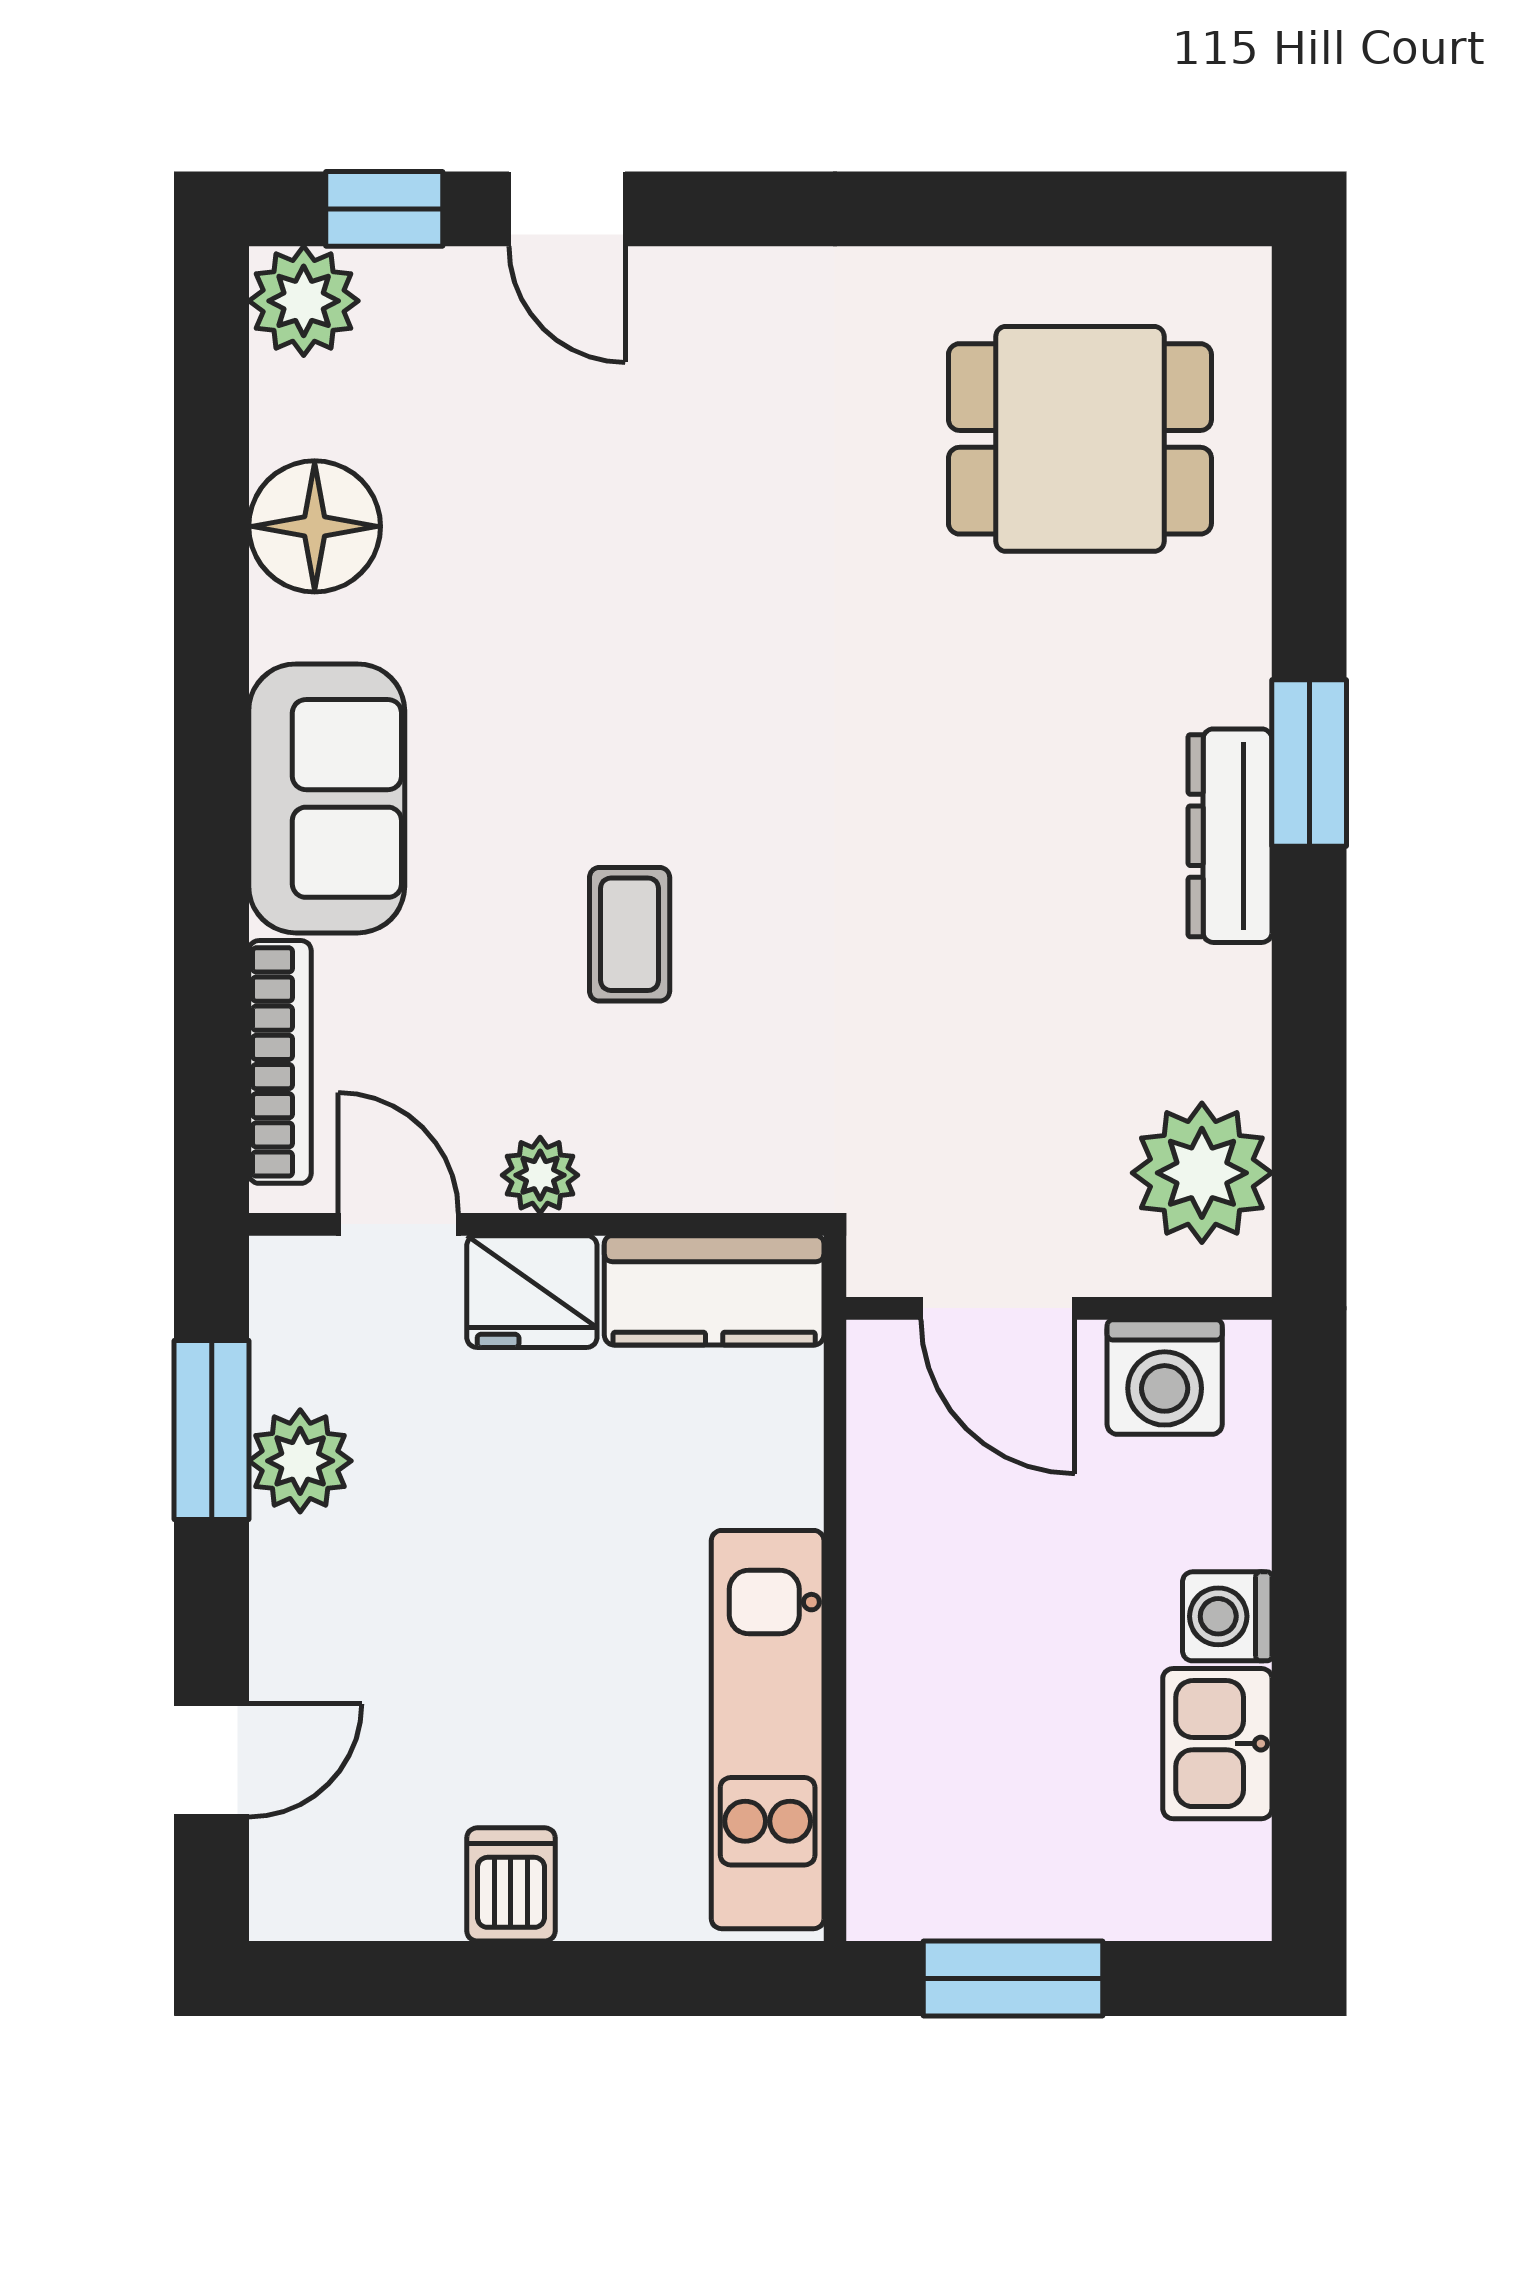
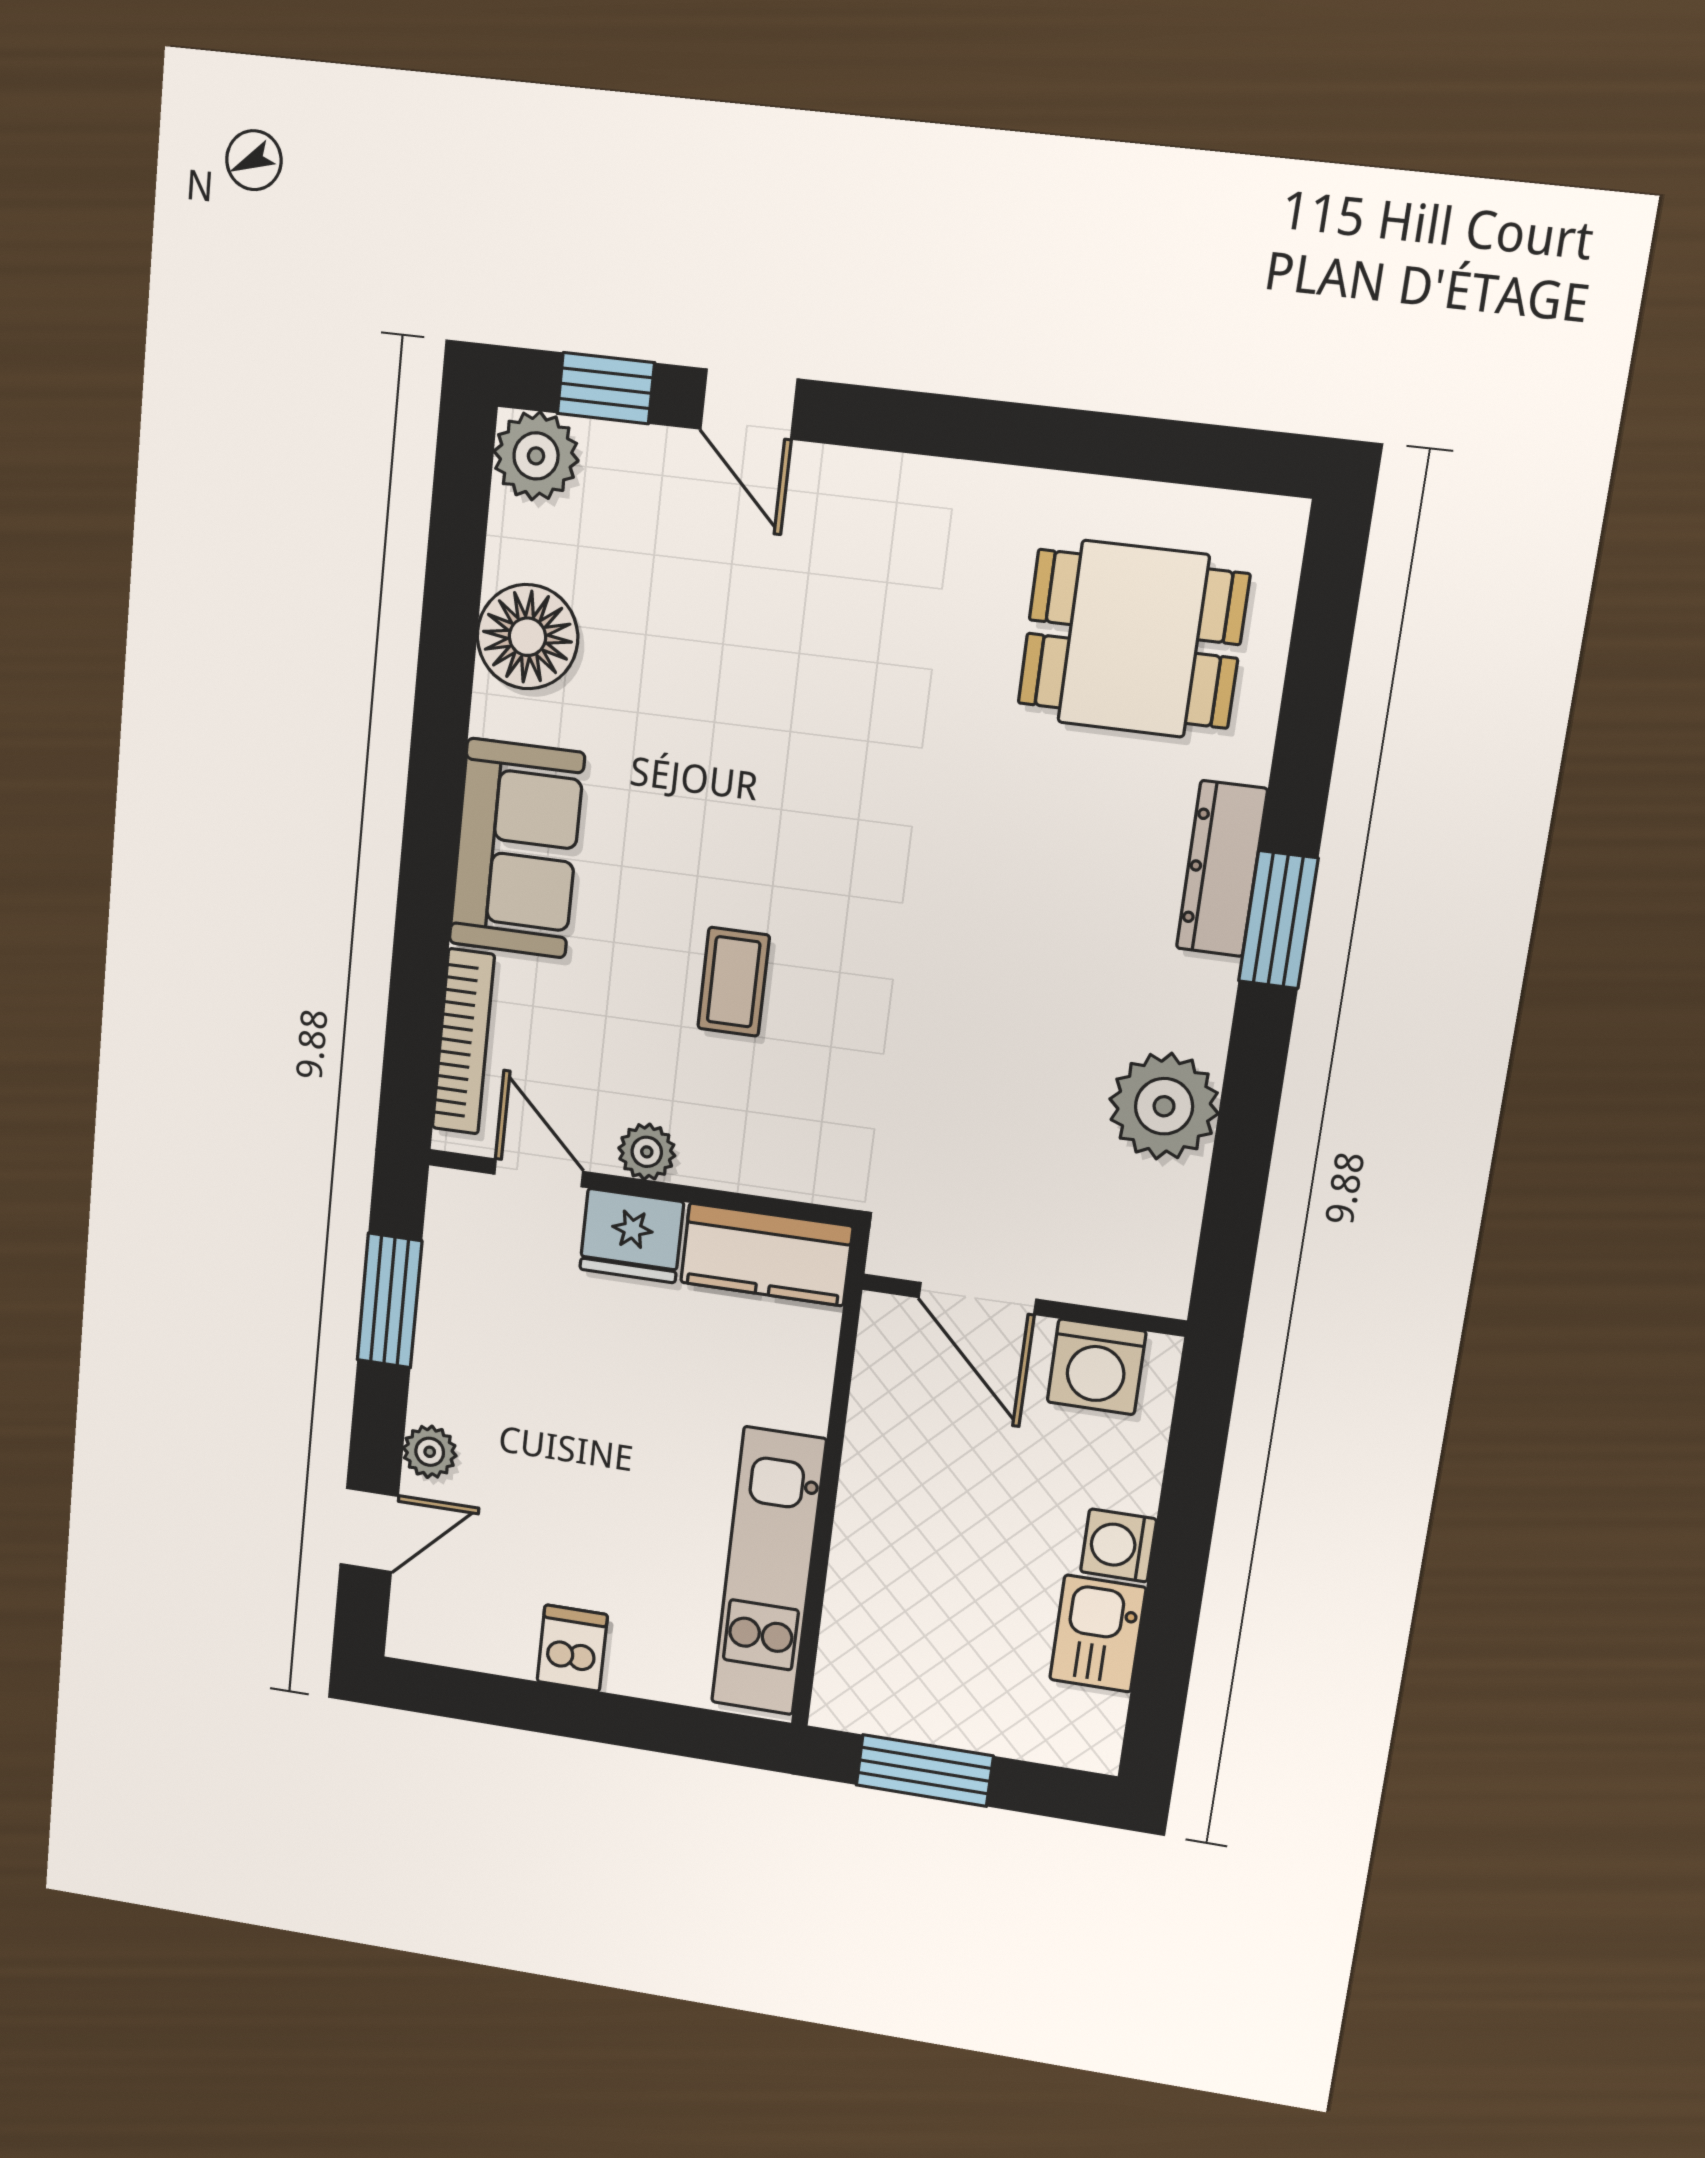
dresser: (1230, 836) -> (1222, 869), moved
plant: (1202, 1173) -> (1164, 1106), moved
plant: (300, 1461) -> (430, 1452), moved, width x0.73, depth x0.73

